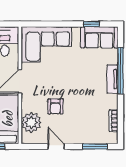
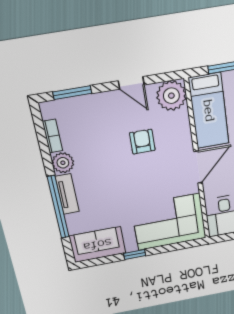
window: (91, 24) -> (135, 255), moved
plant: (111, 101) -> (63, 163), added
plant: (31, 122) -> (171, 96), moved

